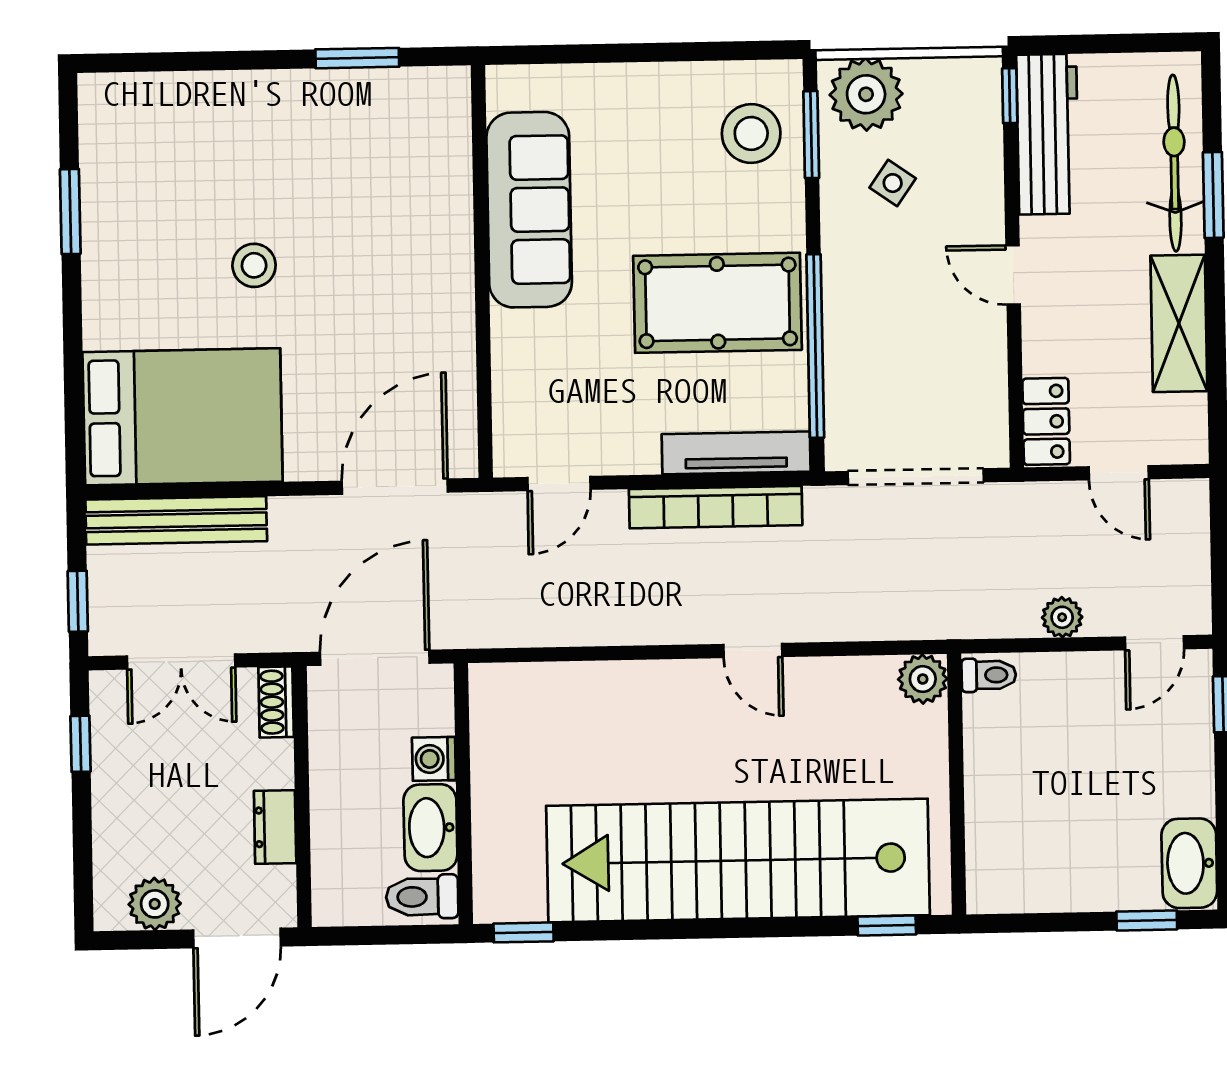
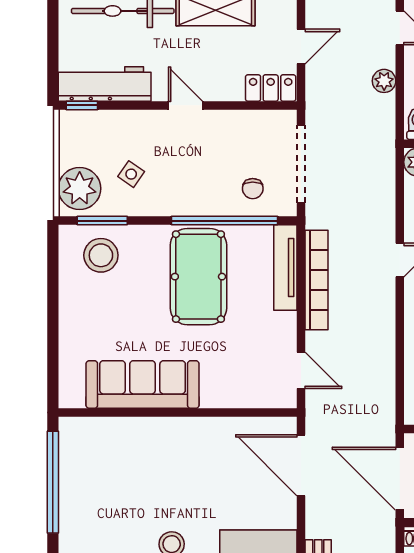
window: (357, 58) -> (53, 482), width x2.11
door: (1013, 275) -> (186, 105), swing flipped
chair: (872, 394) -> (253, 189), added

